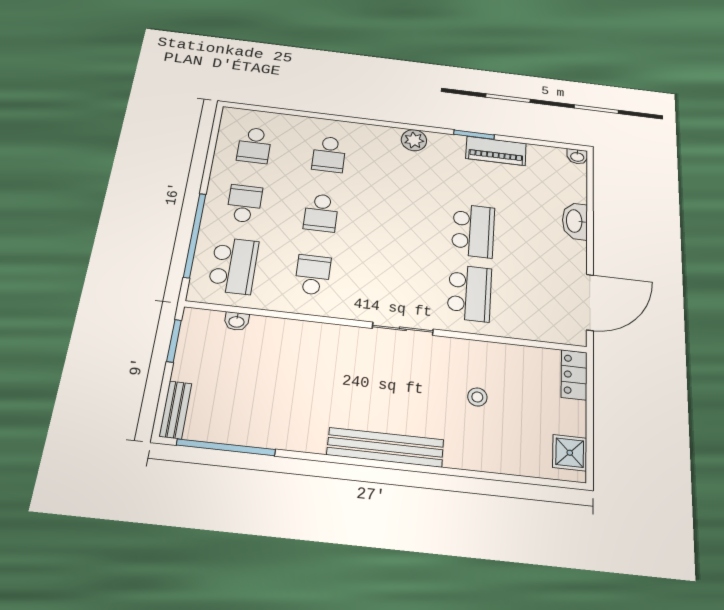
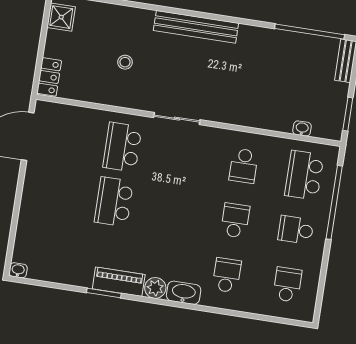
piano: (496, 151) -> (119, 282), moved
school desk: (244, 204) -> (296, 230), turned 90
washbasin: (575, 221) -> (184, 293), moved, turned -90

